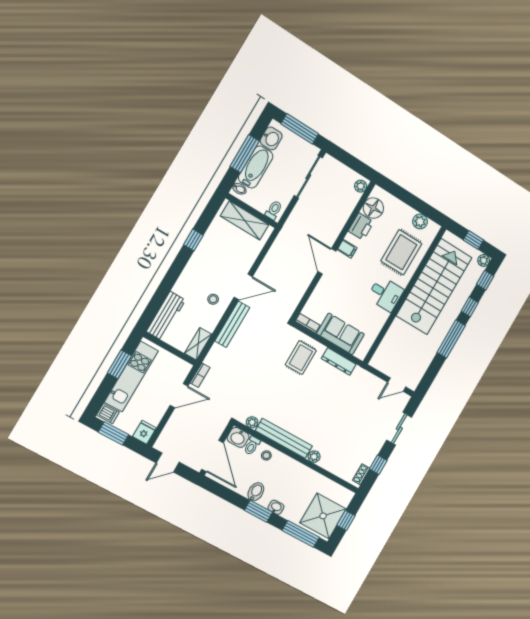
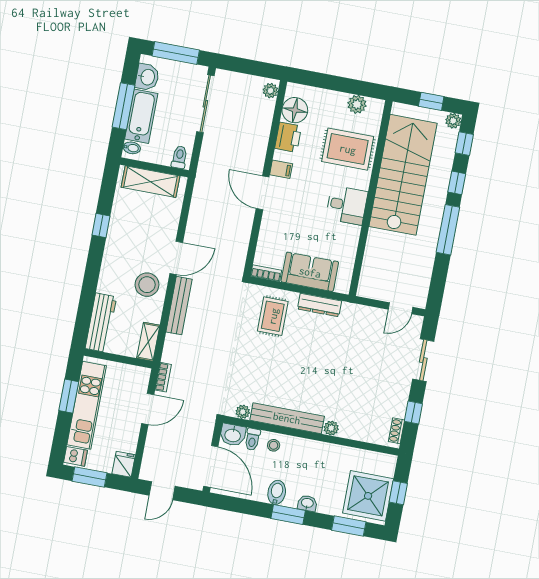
rug: (401, 252) -> (348, 149), turned 90
stool: (213, 299) -> (147, 285), width x1.89, depth x1.89
window: (301, 534) -> (349, 526), width x0.69

